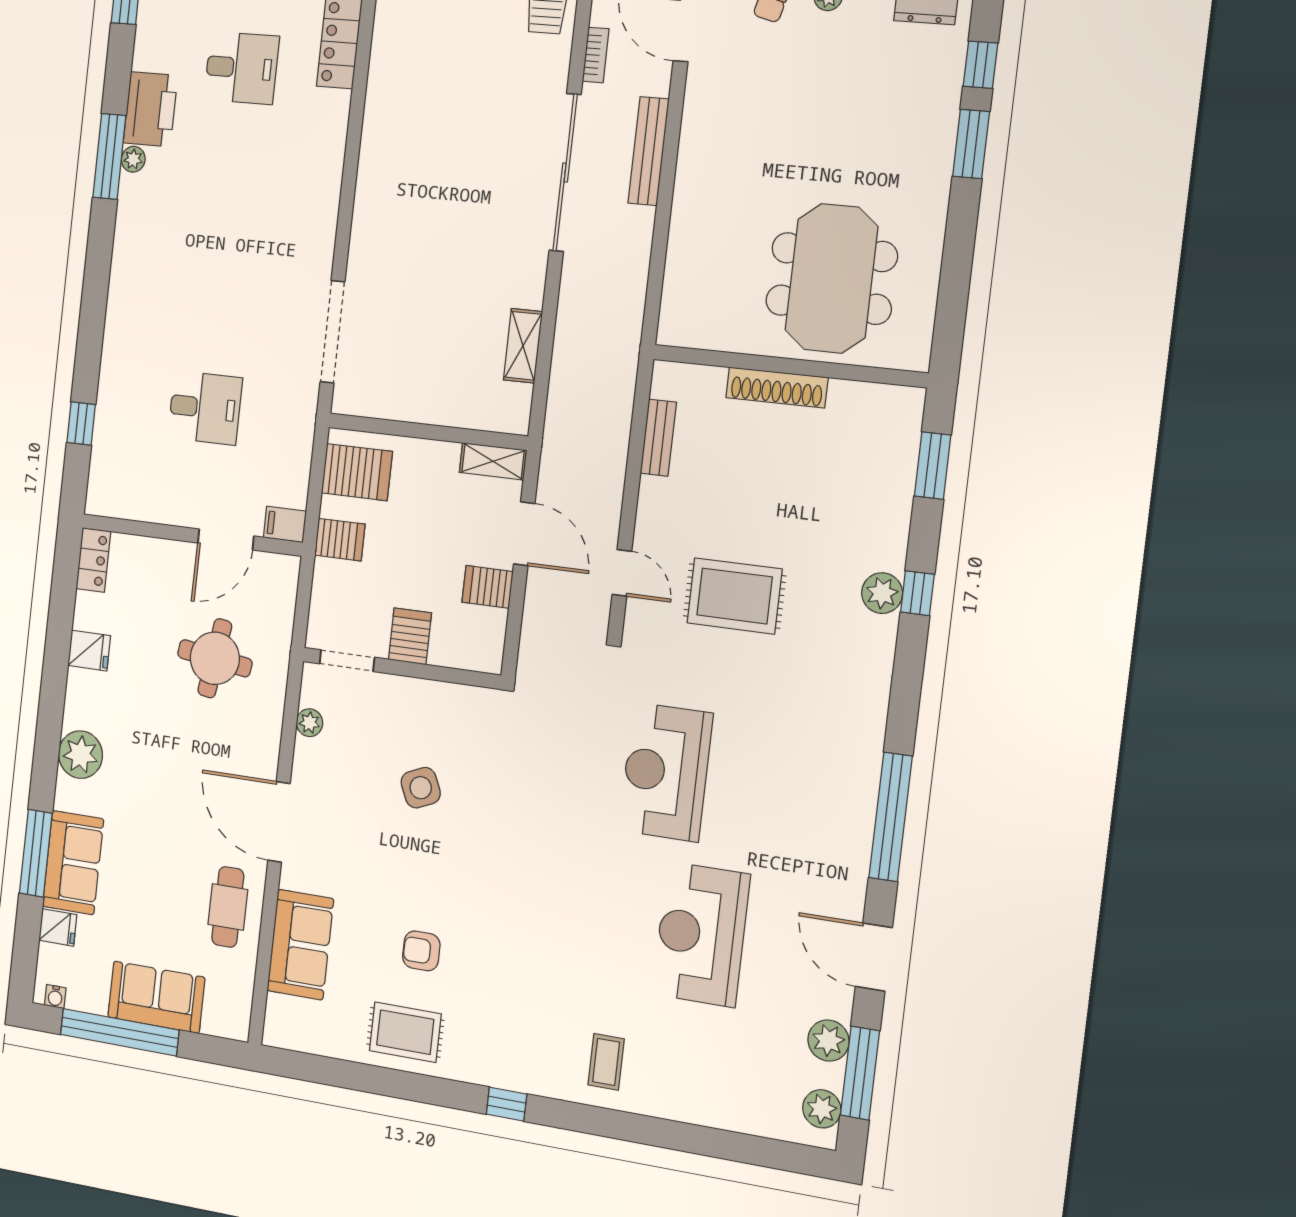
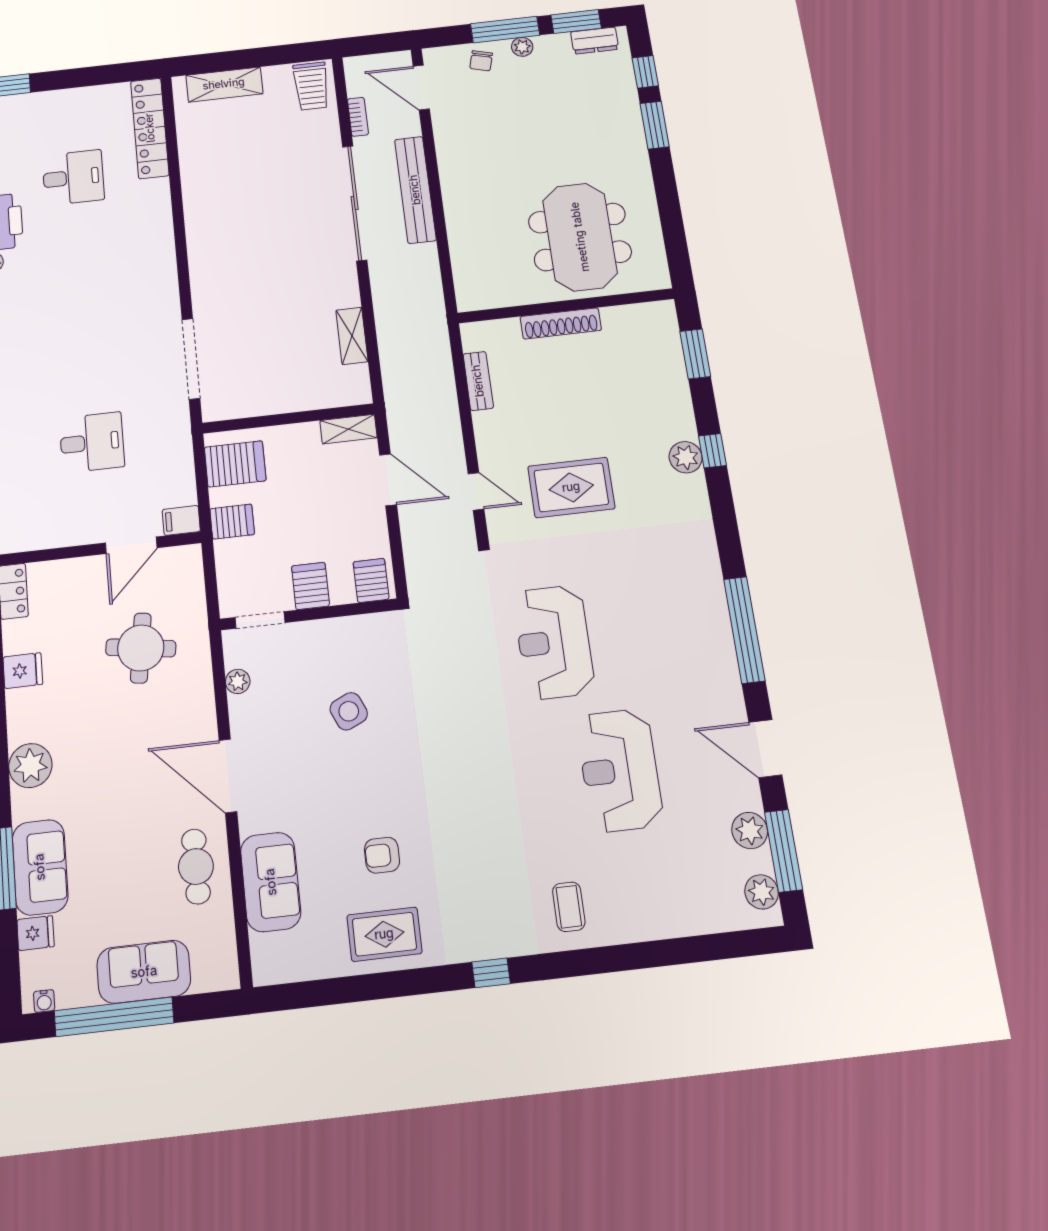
bench: (649, 151) -> (415, 190), width x1.37, depth x1.21
server rack: (488, 587) -> (371, 580), moved, turned 90

